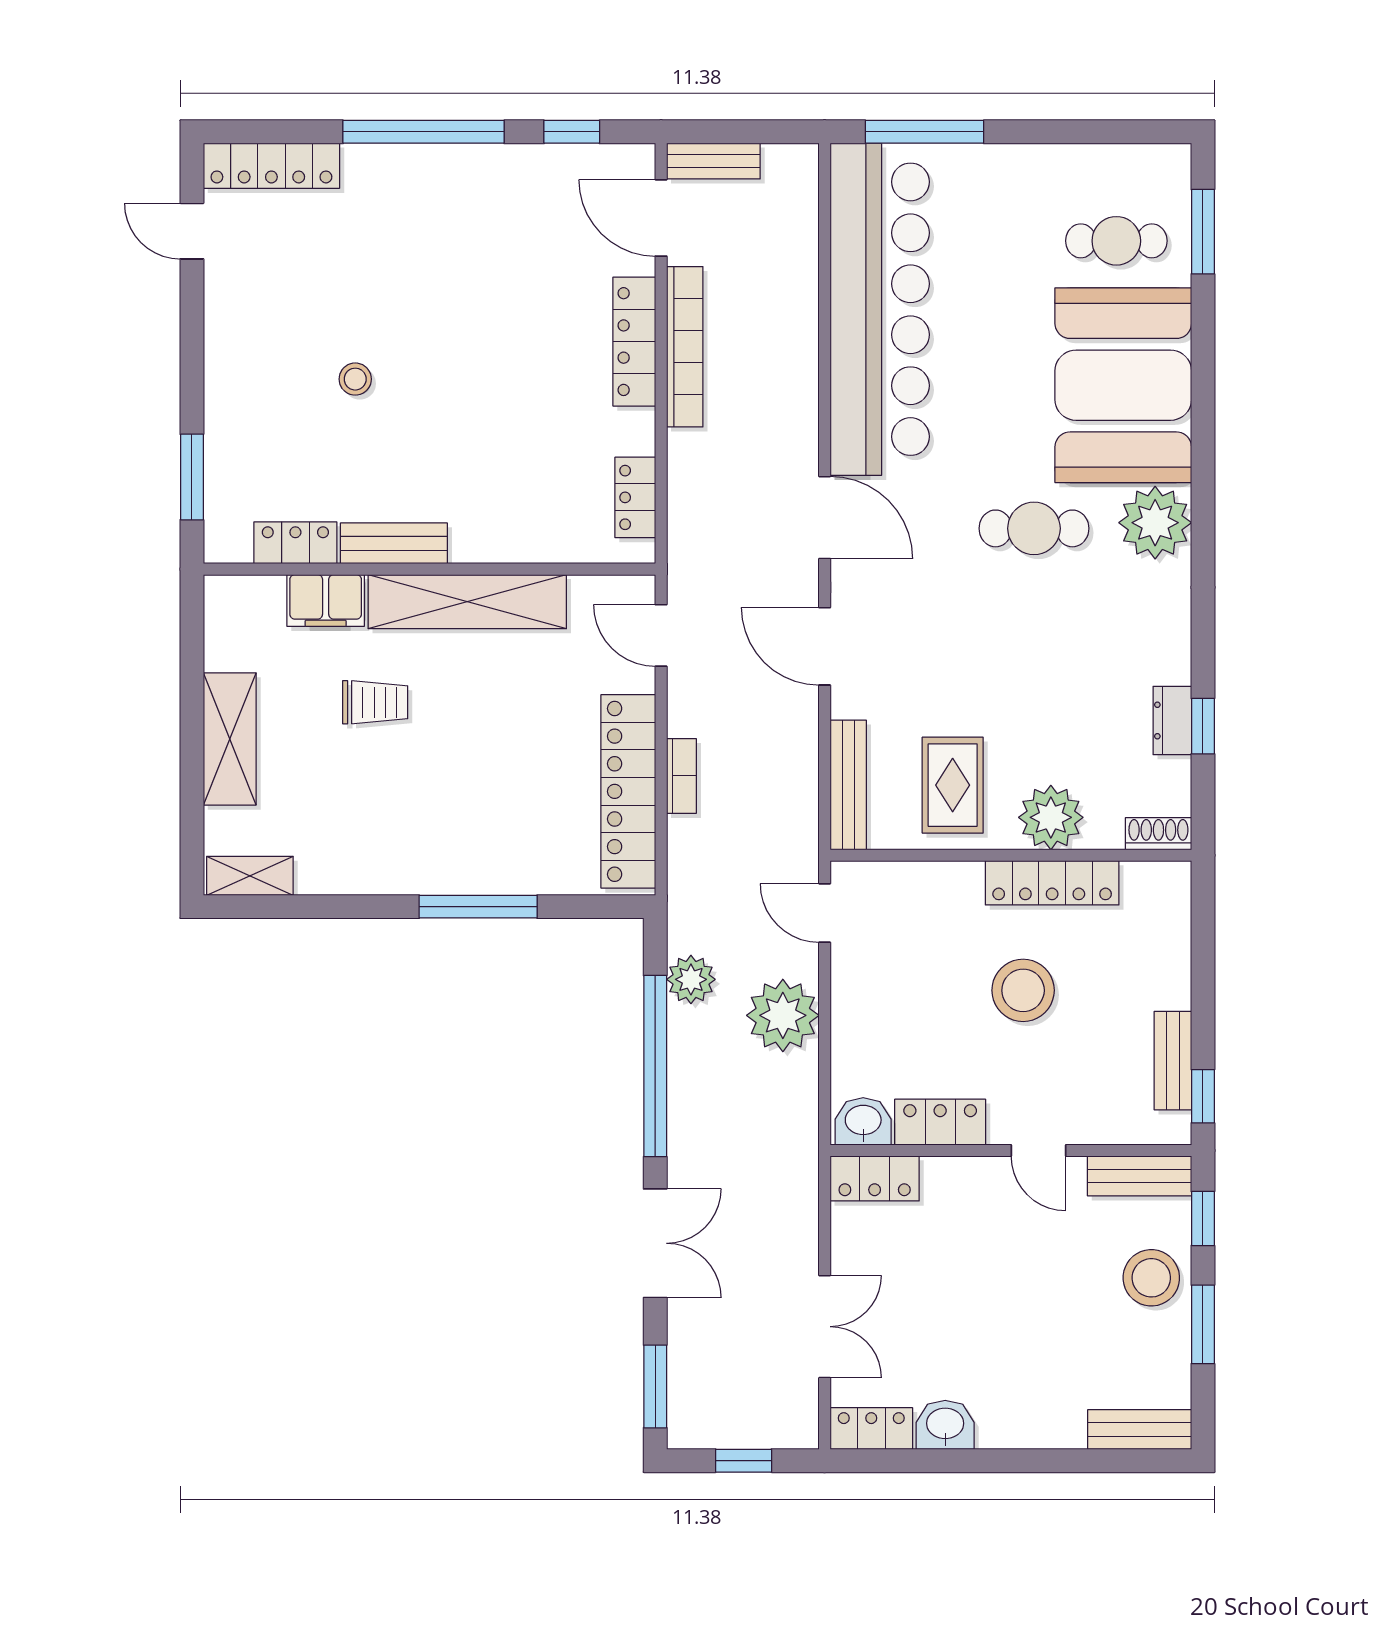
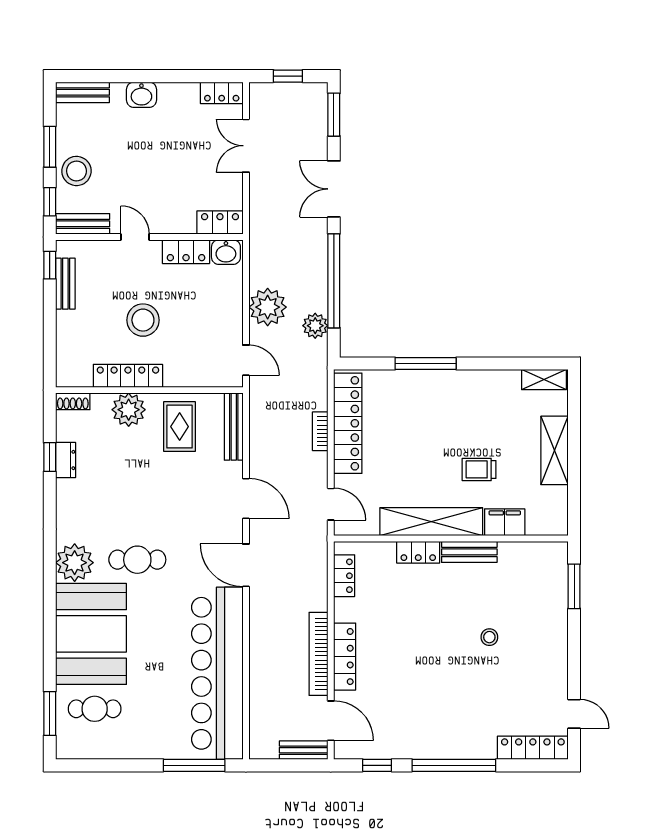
locker: (295, 543) -> (418, 552), moved
washbasin: (945, 1425) -> (141, 95), moved

